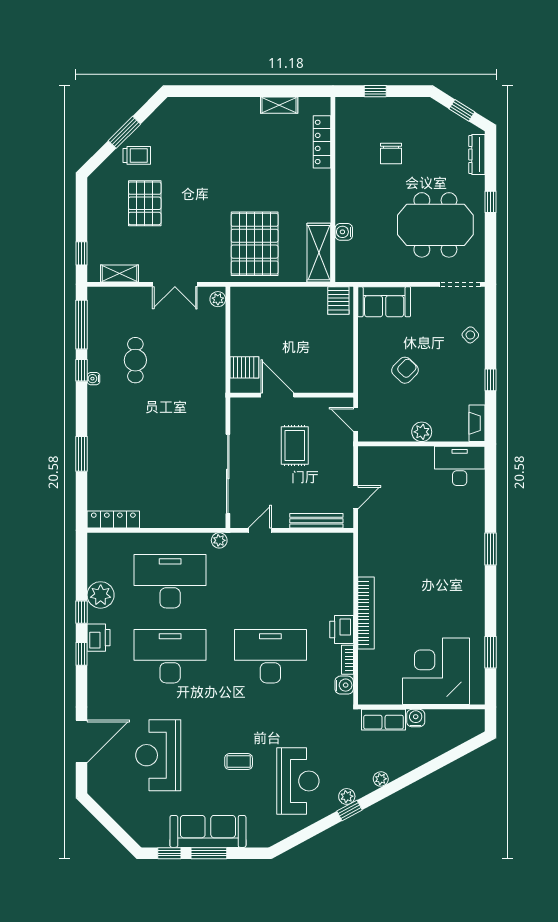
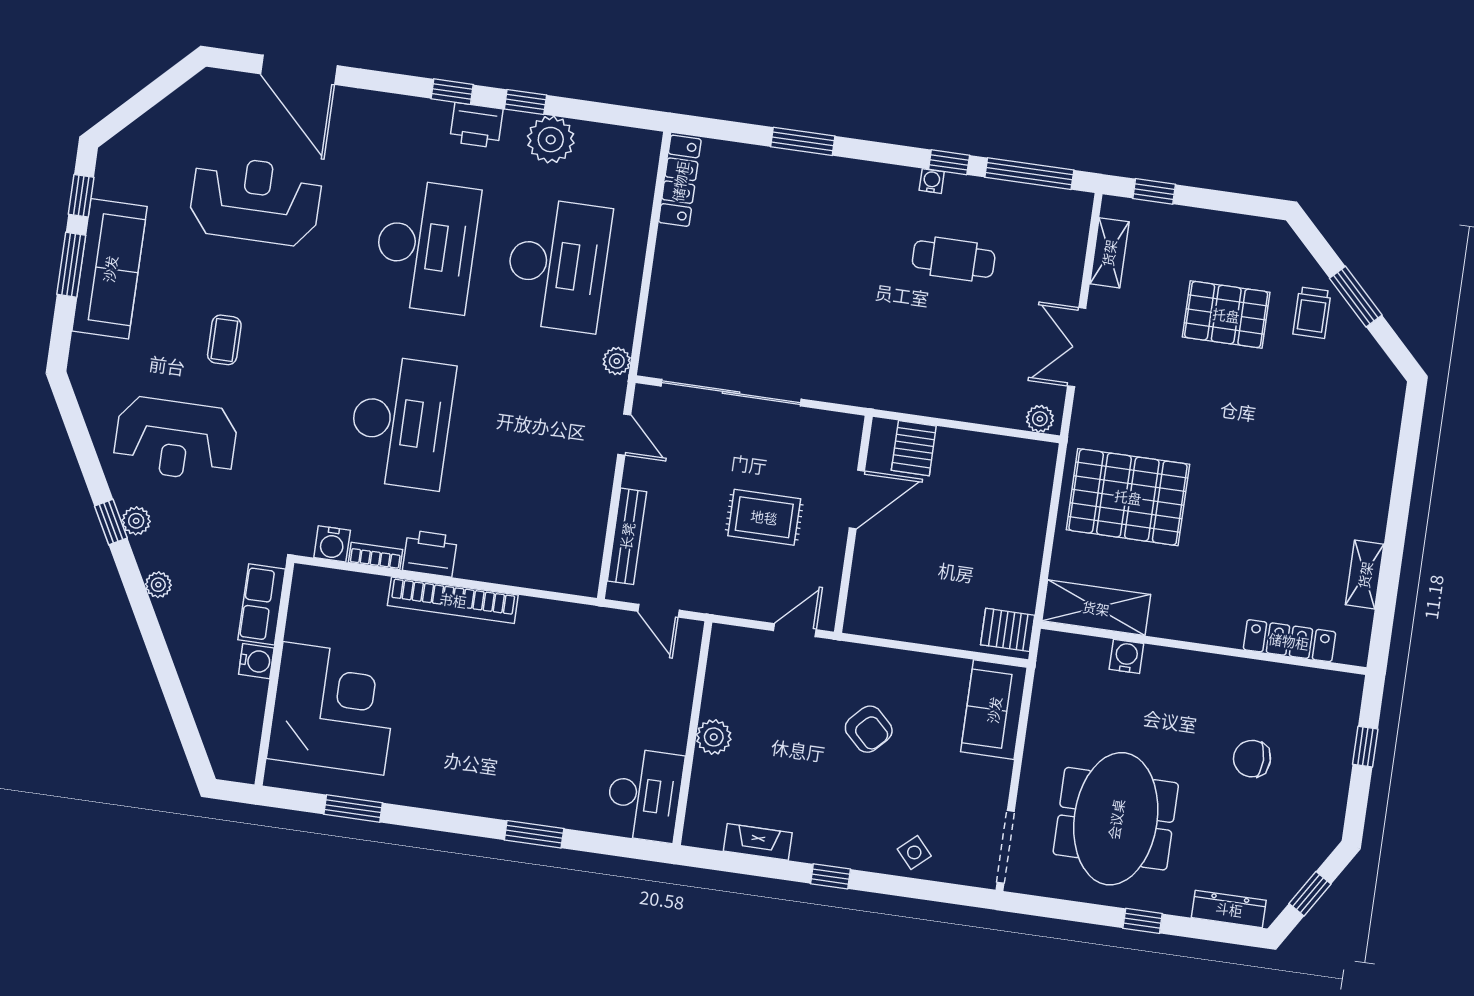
plant: (422, 432) -> (714, 737), moved
wall: (421, 444) -> (693, 733), moved
desk: (460, 466) -> (644, 795), moved

